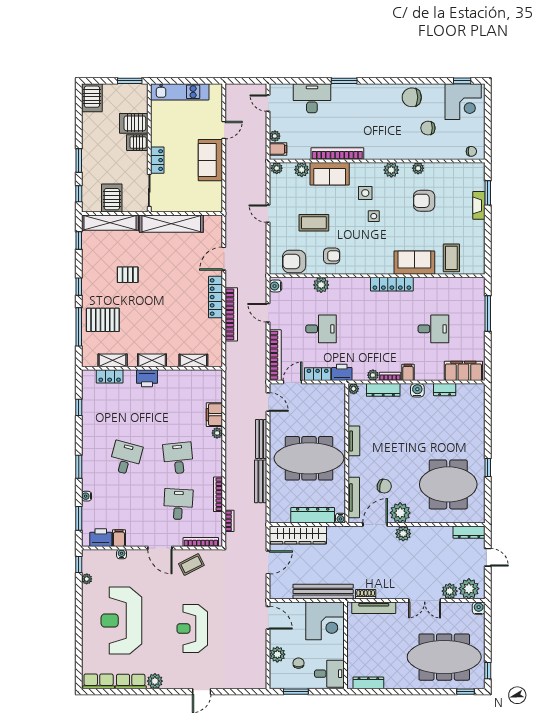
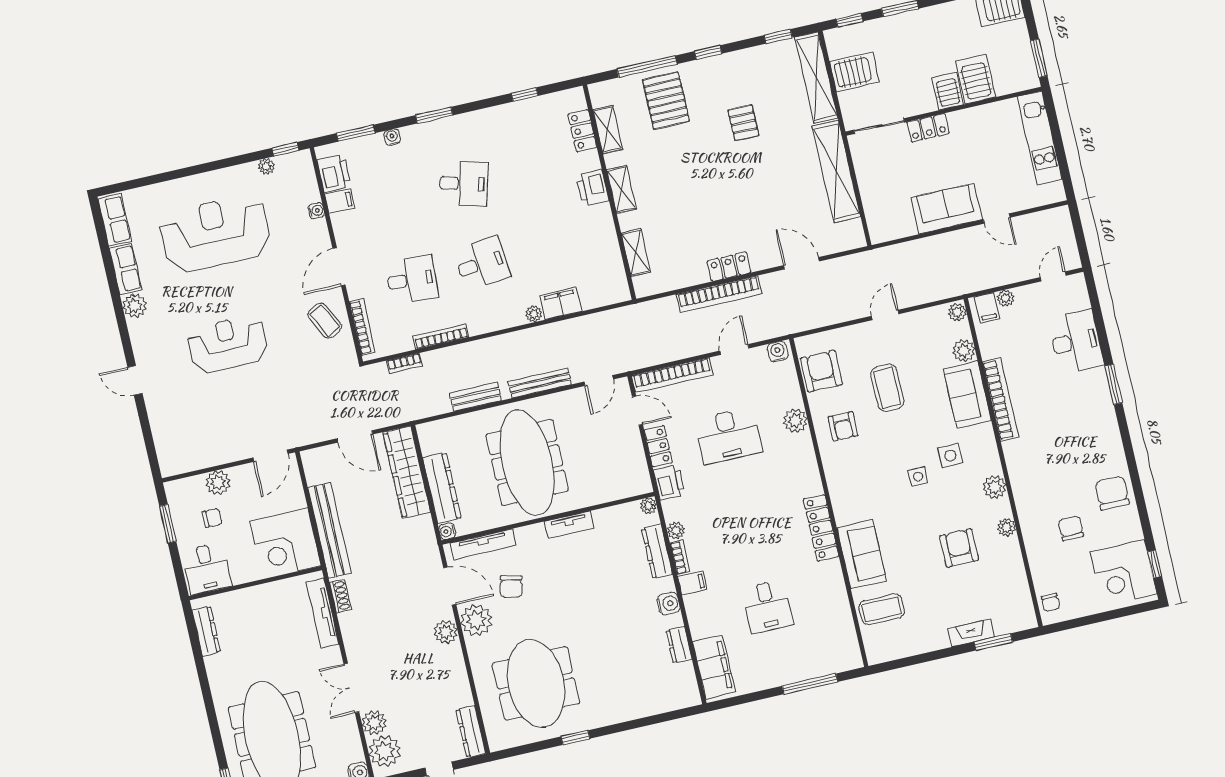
locker: (216, 297) -> (729, 267), width x0.66
desk: (321, 329) -> (728, 436), width x1.37
bench: (261, 481) -> (475, 397), width x0.73

